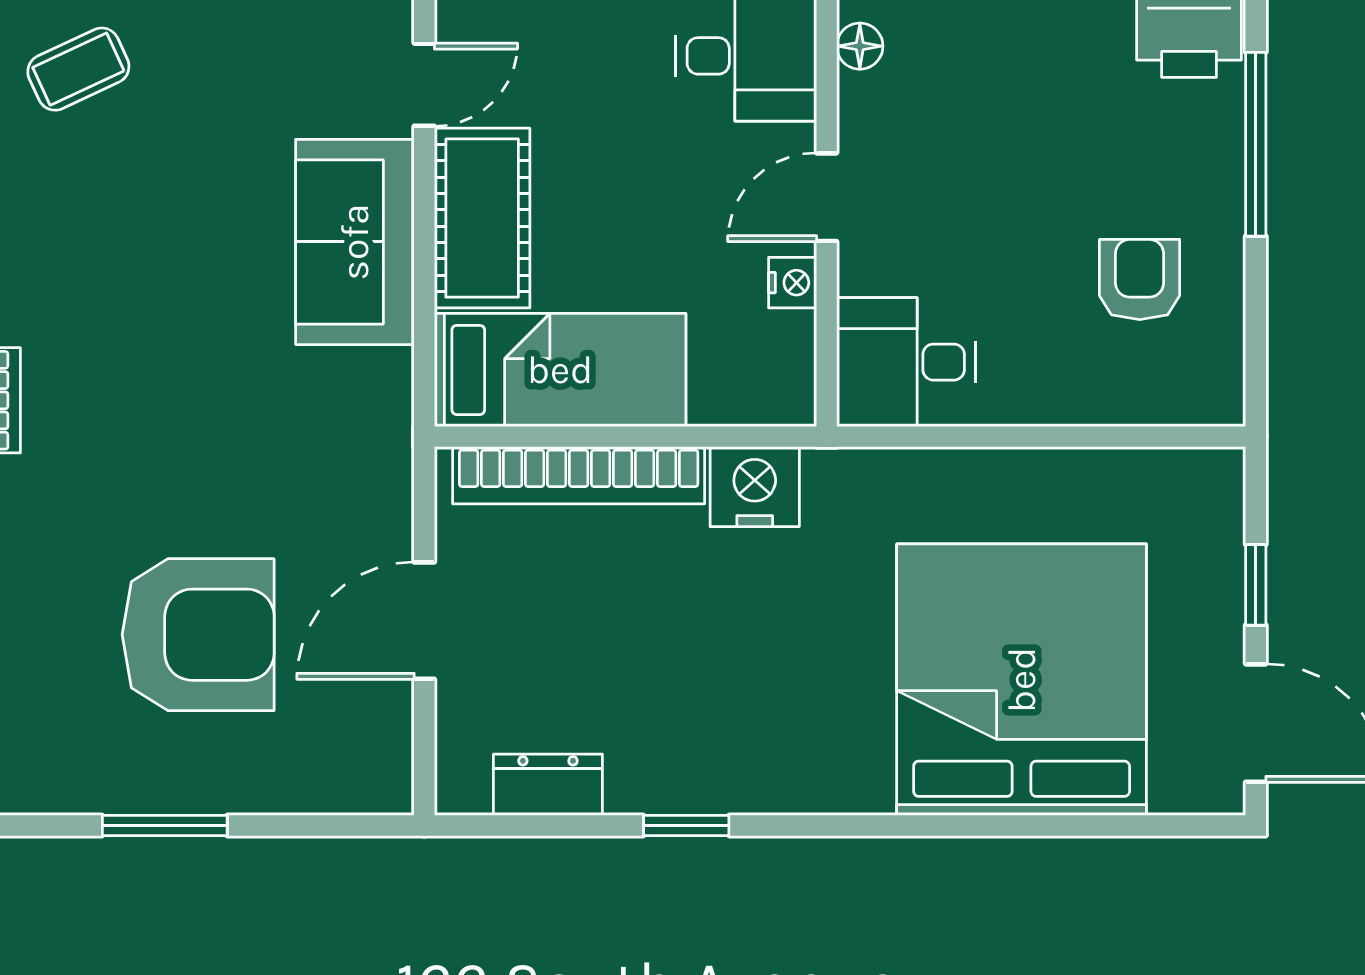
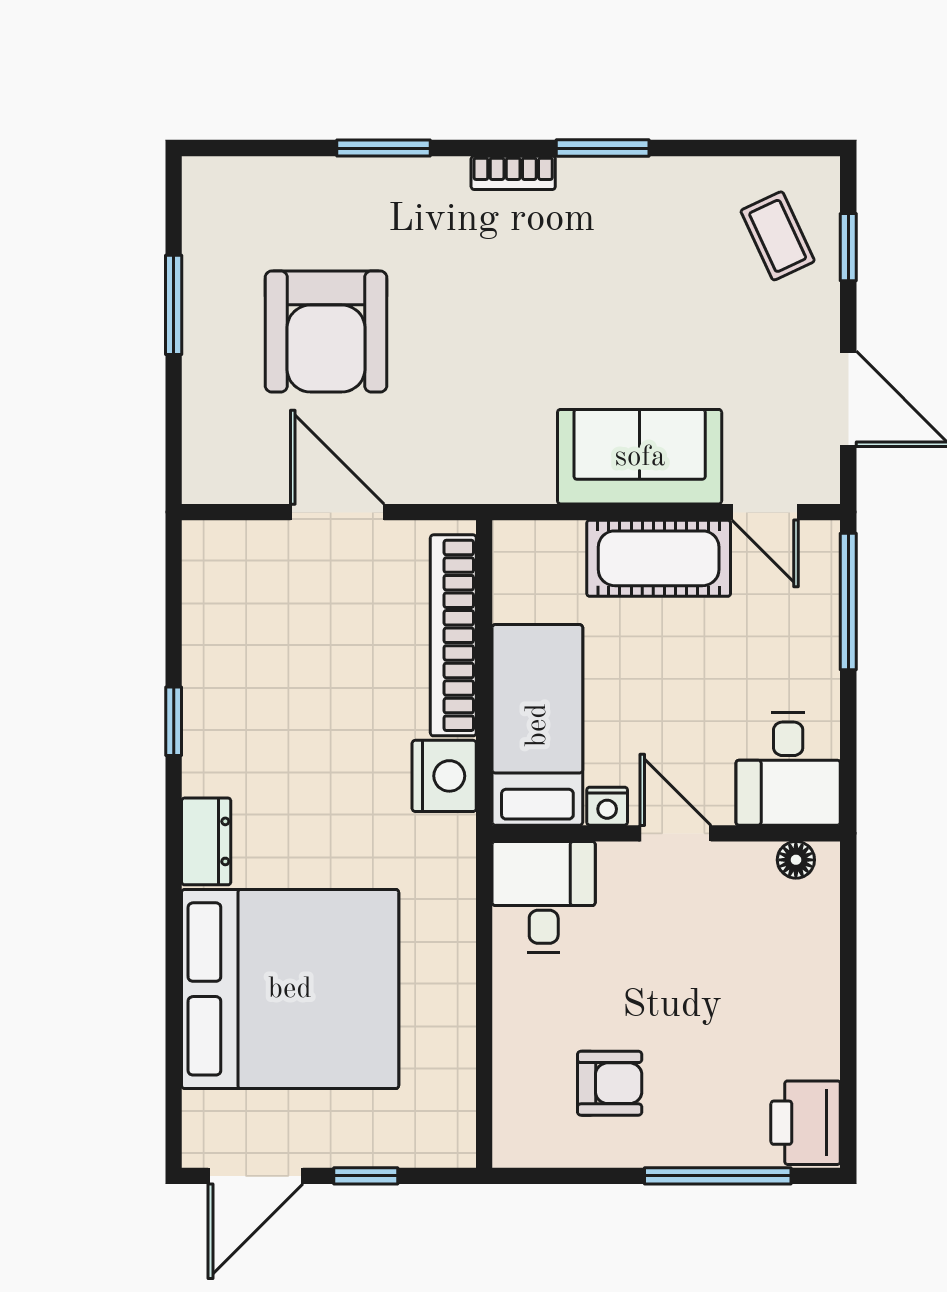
bed: (560, 370) -> (537, 725), moved, turned 180
dresser: (548, 785) -> (206, 841), moved

